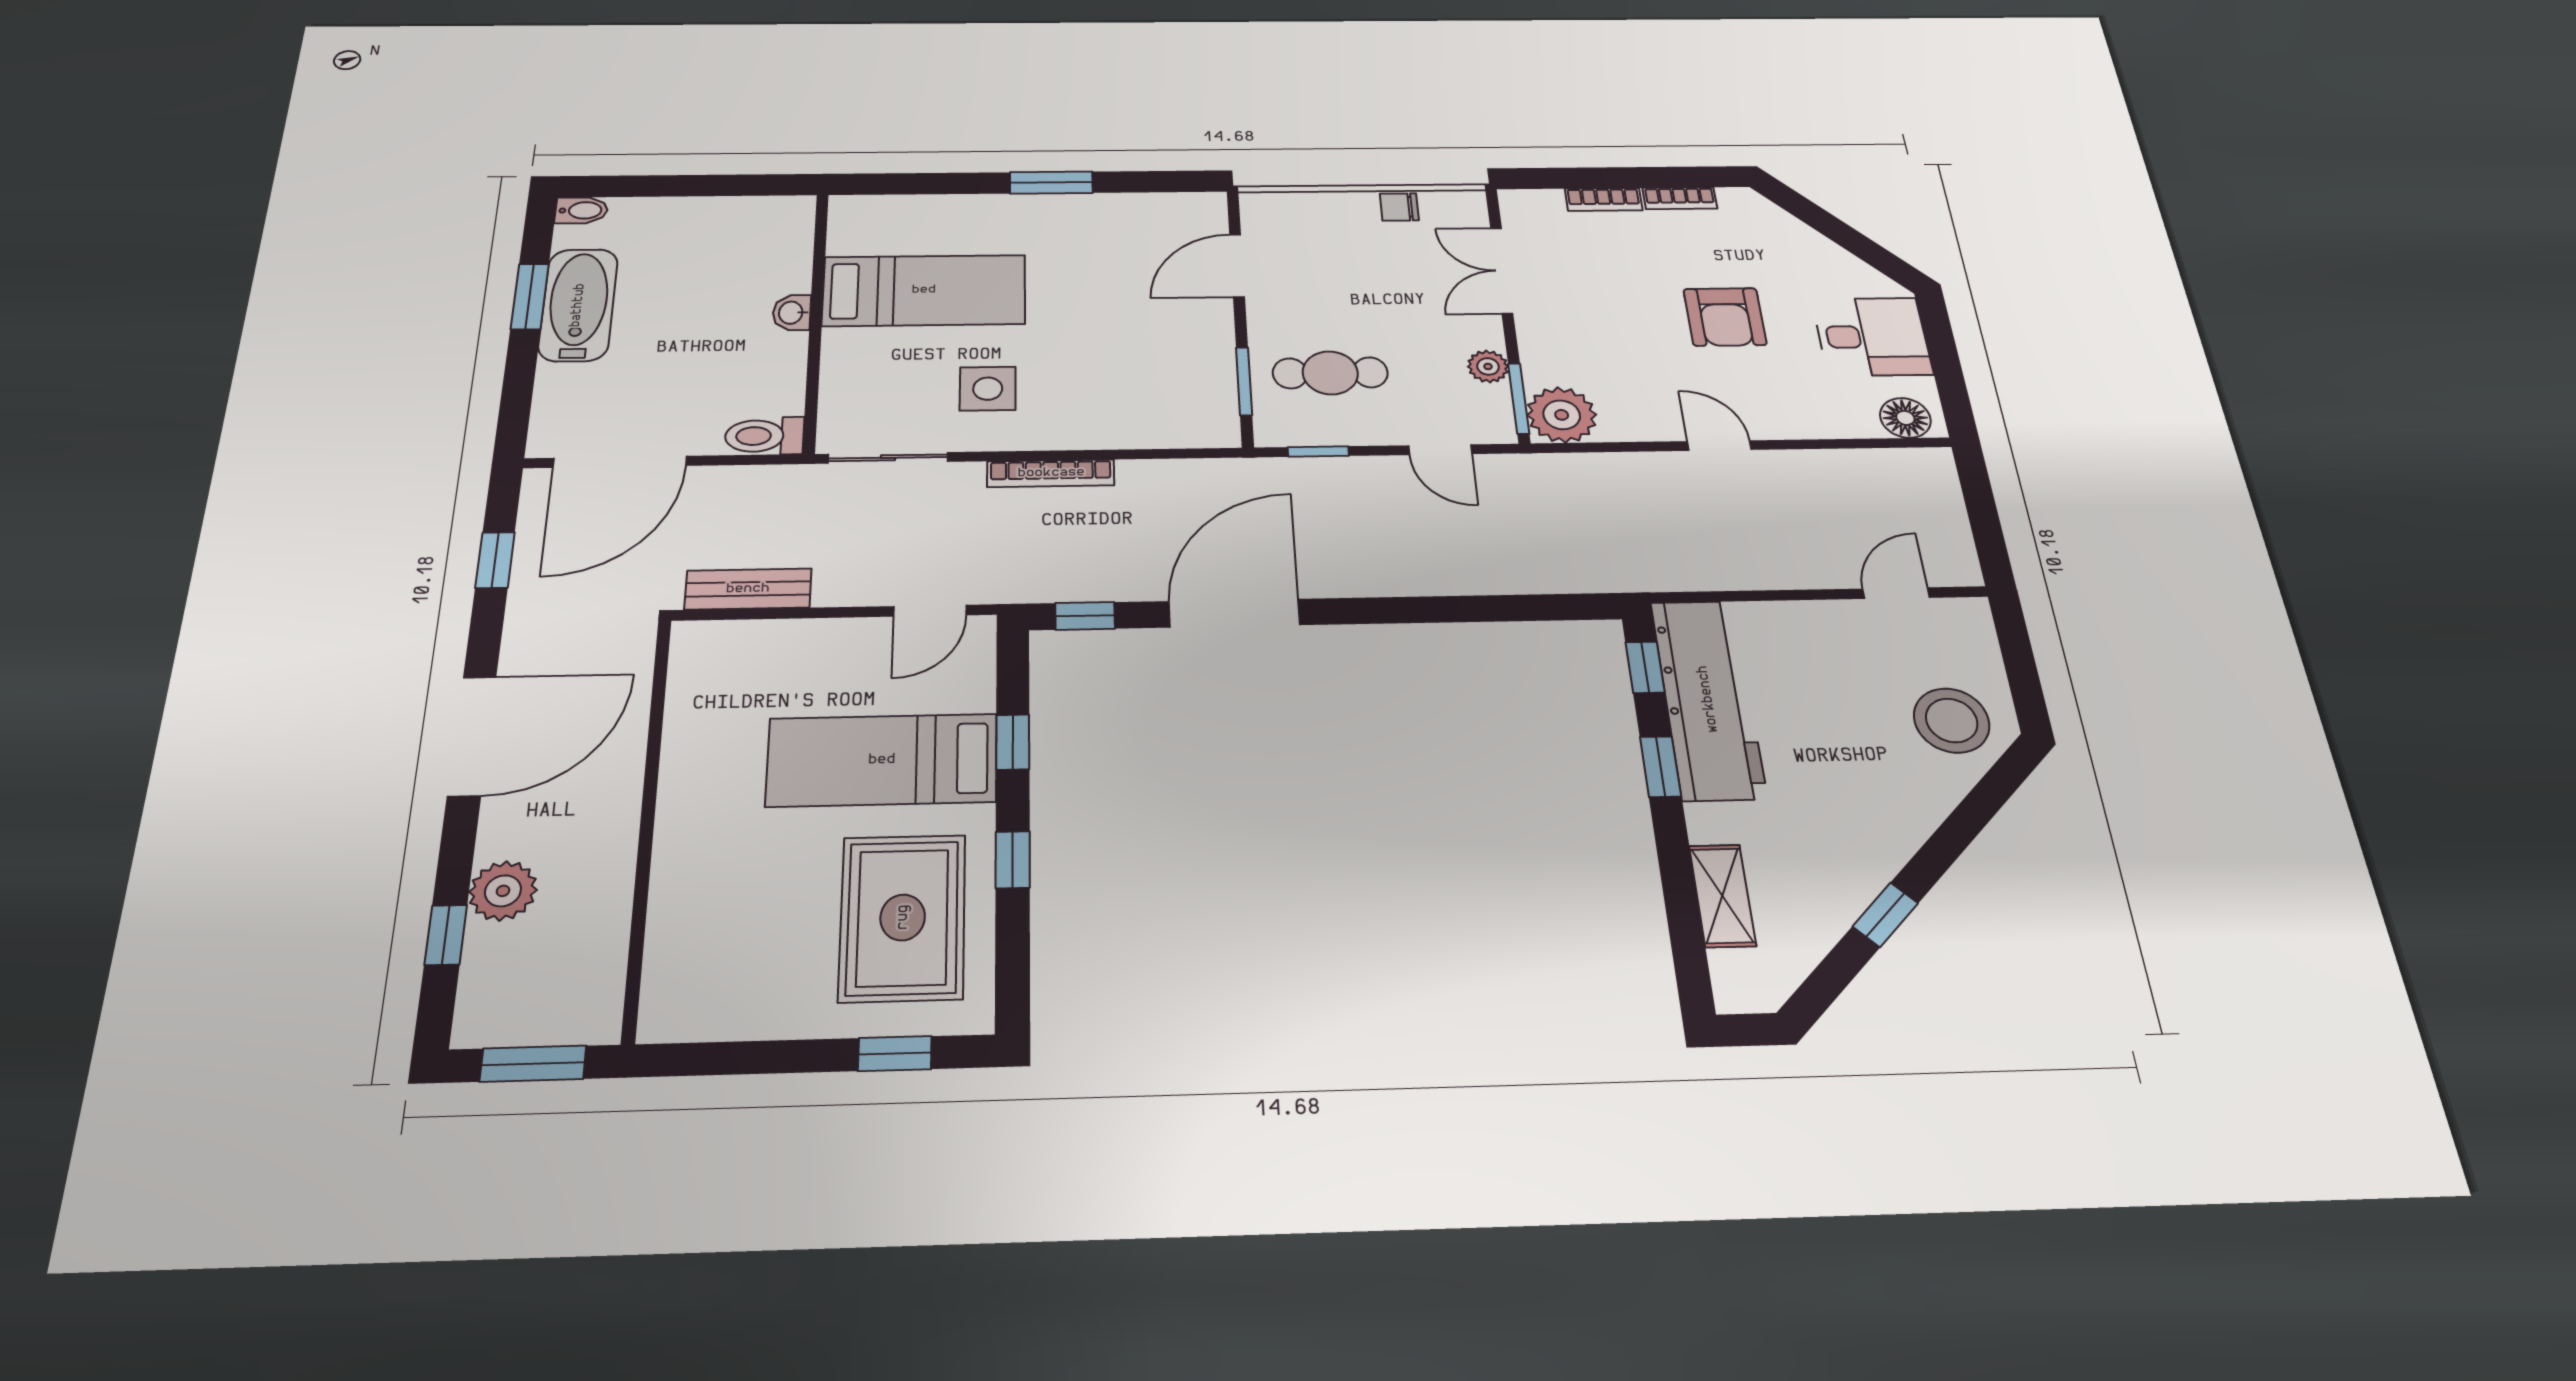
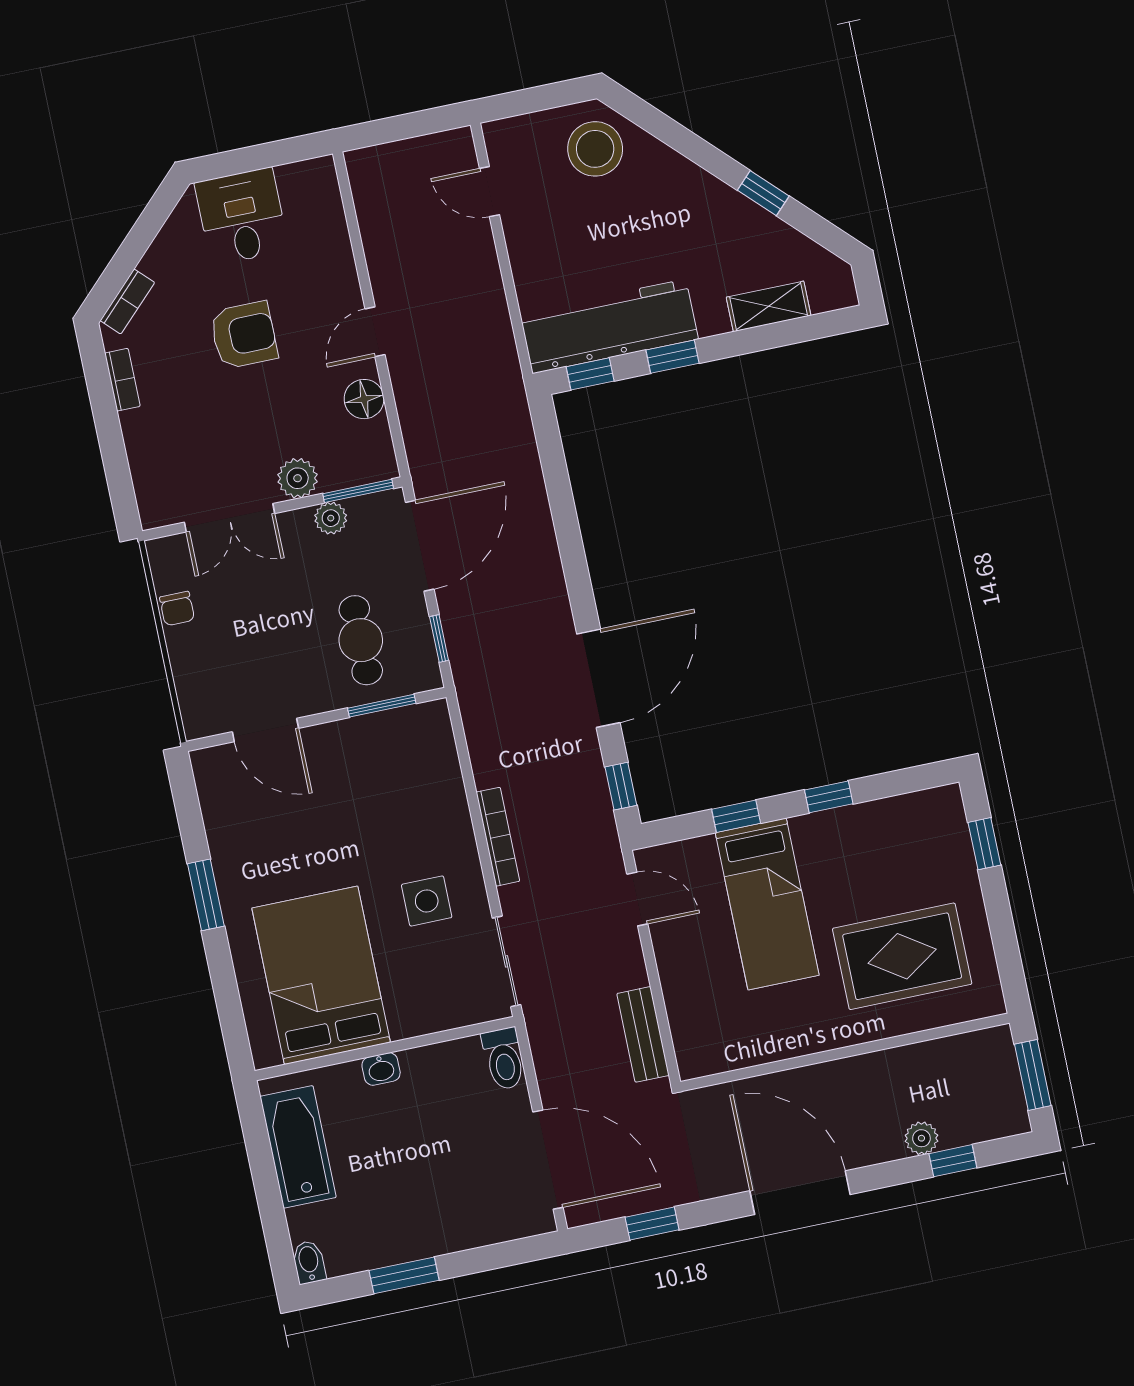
bookcase: (1604, 199) -> (127, 301), moved, turned 45
bed: (924, 290) -> (321, 975), width x1.50
bathtub: (578, 305) -> (298, 1147), moved, turned 90
plant: (1562, 415) -> (298, 478), moved, width x0.73, depth x0.73
floor lamp: (1905, 418) -> (364, 399), moved
door: (1440, 450) -> (420, 546), width x1.87
door: (1234, 613) -> (598, 678), swing flipped
plant: (503, 891) -> (921, 1138), width x0.73, depth x0.73
rug: (903, 917) -> (902, 956), moved

